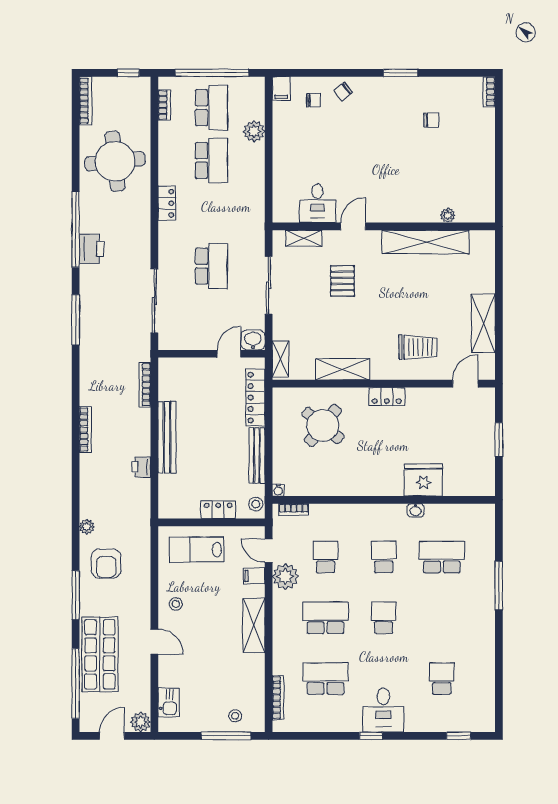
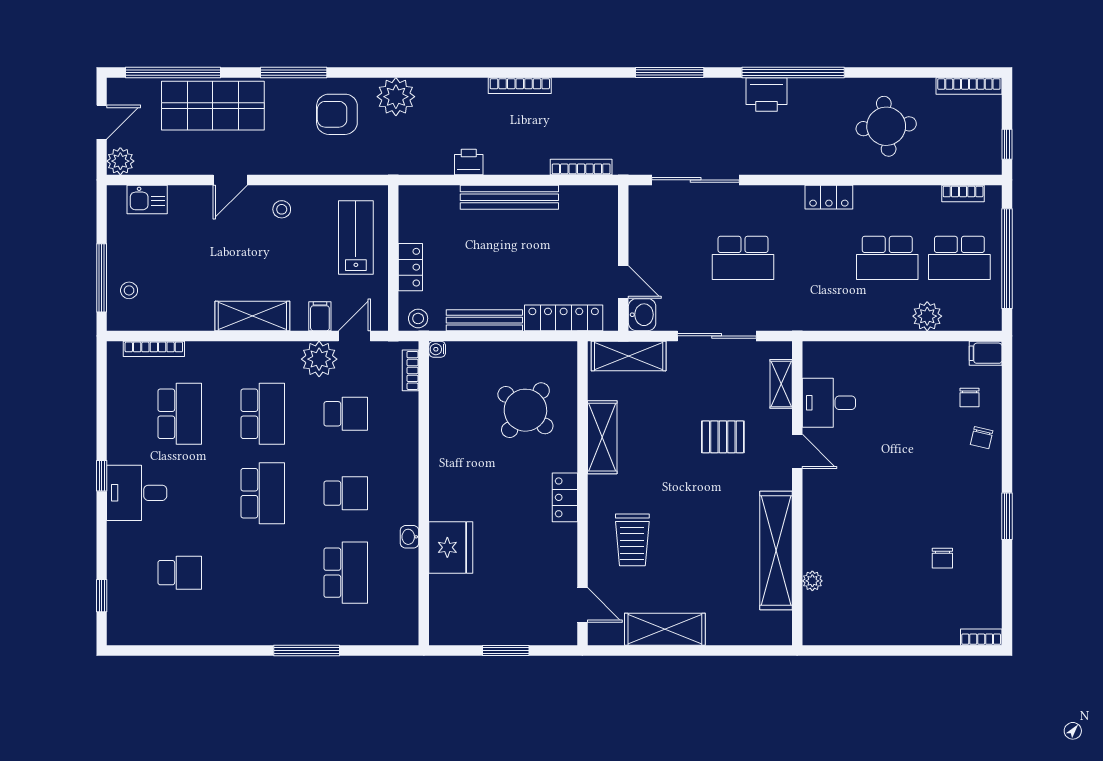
chair: (343, 91) -> (982, 438), turned -129
round table: (115, 161) -> (886, 126), width x0.73, depth x0.73
shelving: (280, 359) -> (629, 356), width x1.50, depth x1.33
plant: (87, 527) -> (396, 97), width x1.88, depth x1.88
school desk: (384, 618) -> (263, 493), width x1.85
door: (112, 736) -> (102, 122), hinge flipped

